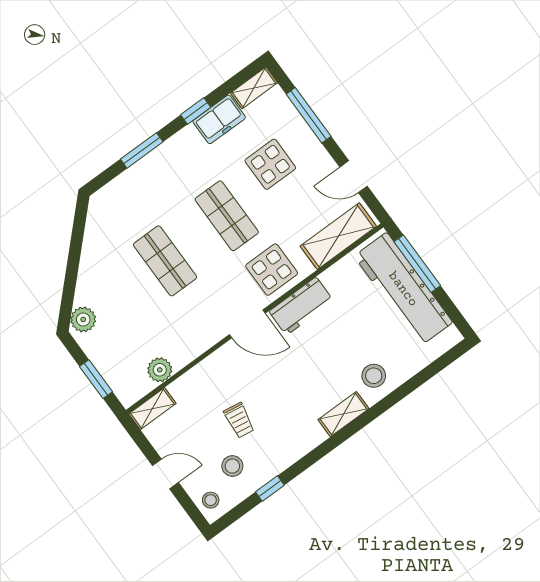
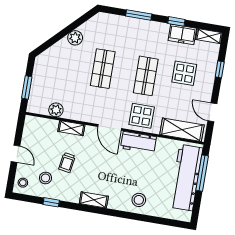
window: (309, 115) -> (220, 69), width x0.46
plant: (83, 319) -> (75, 38), moved
shelving: (152, 409) -> (71, 128), moved
shelving: (343, 414) -> (94, 200), moved

